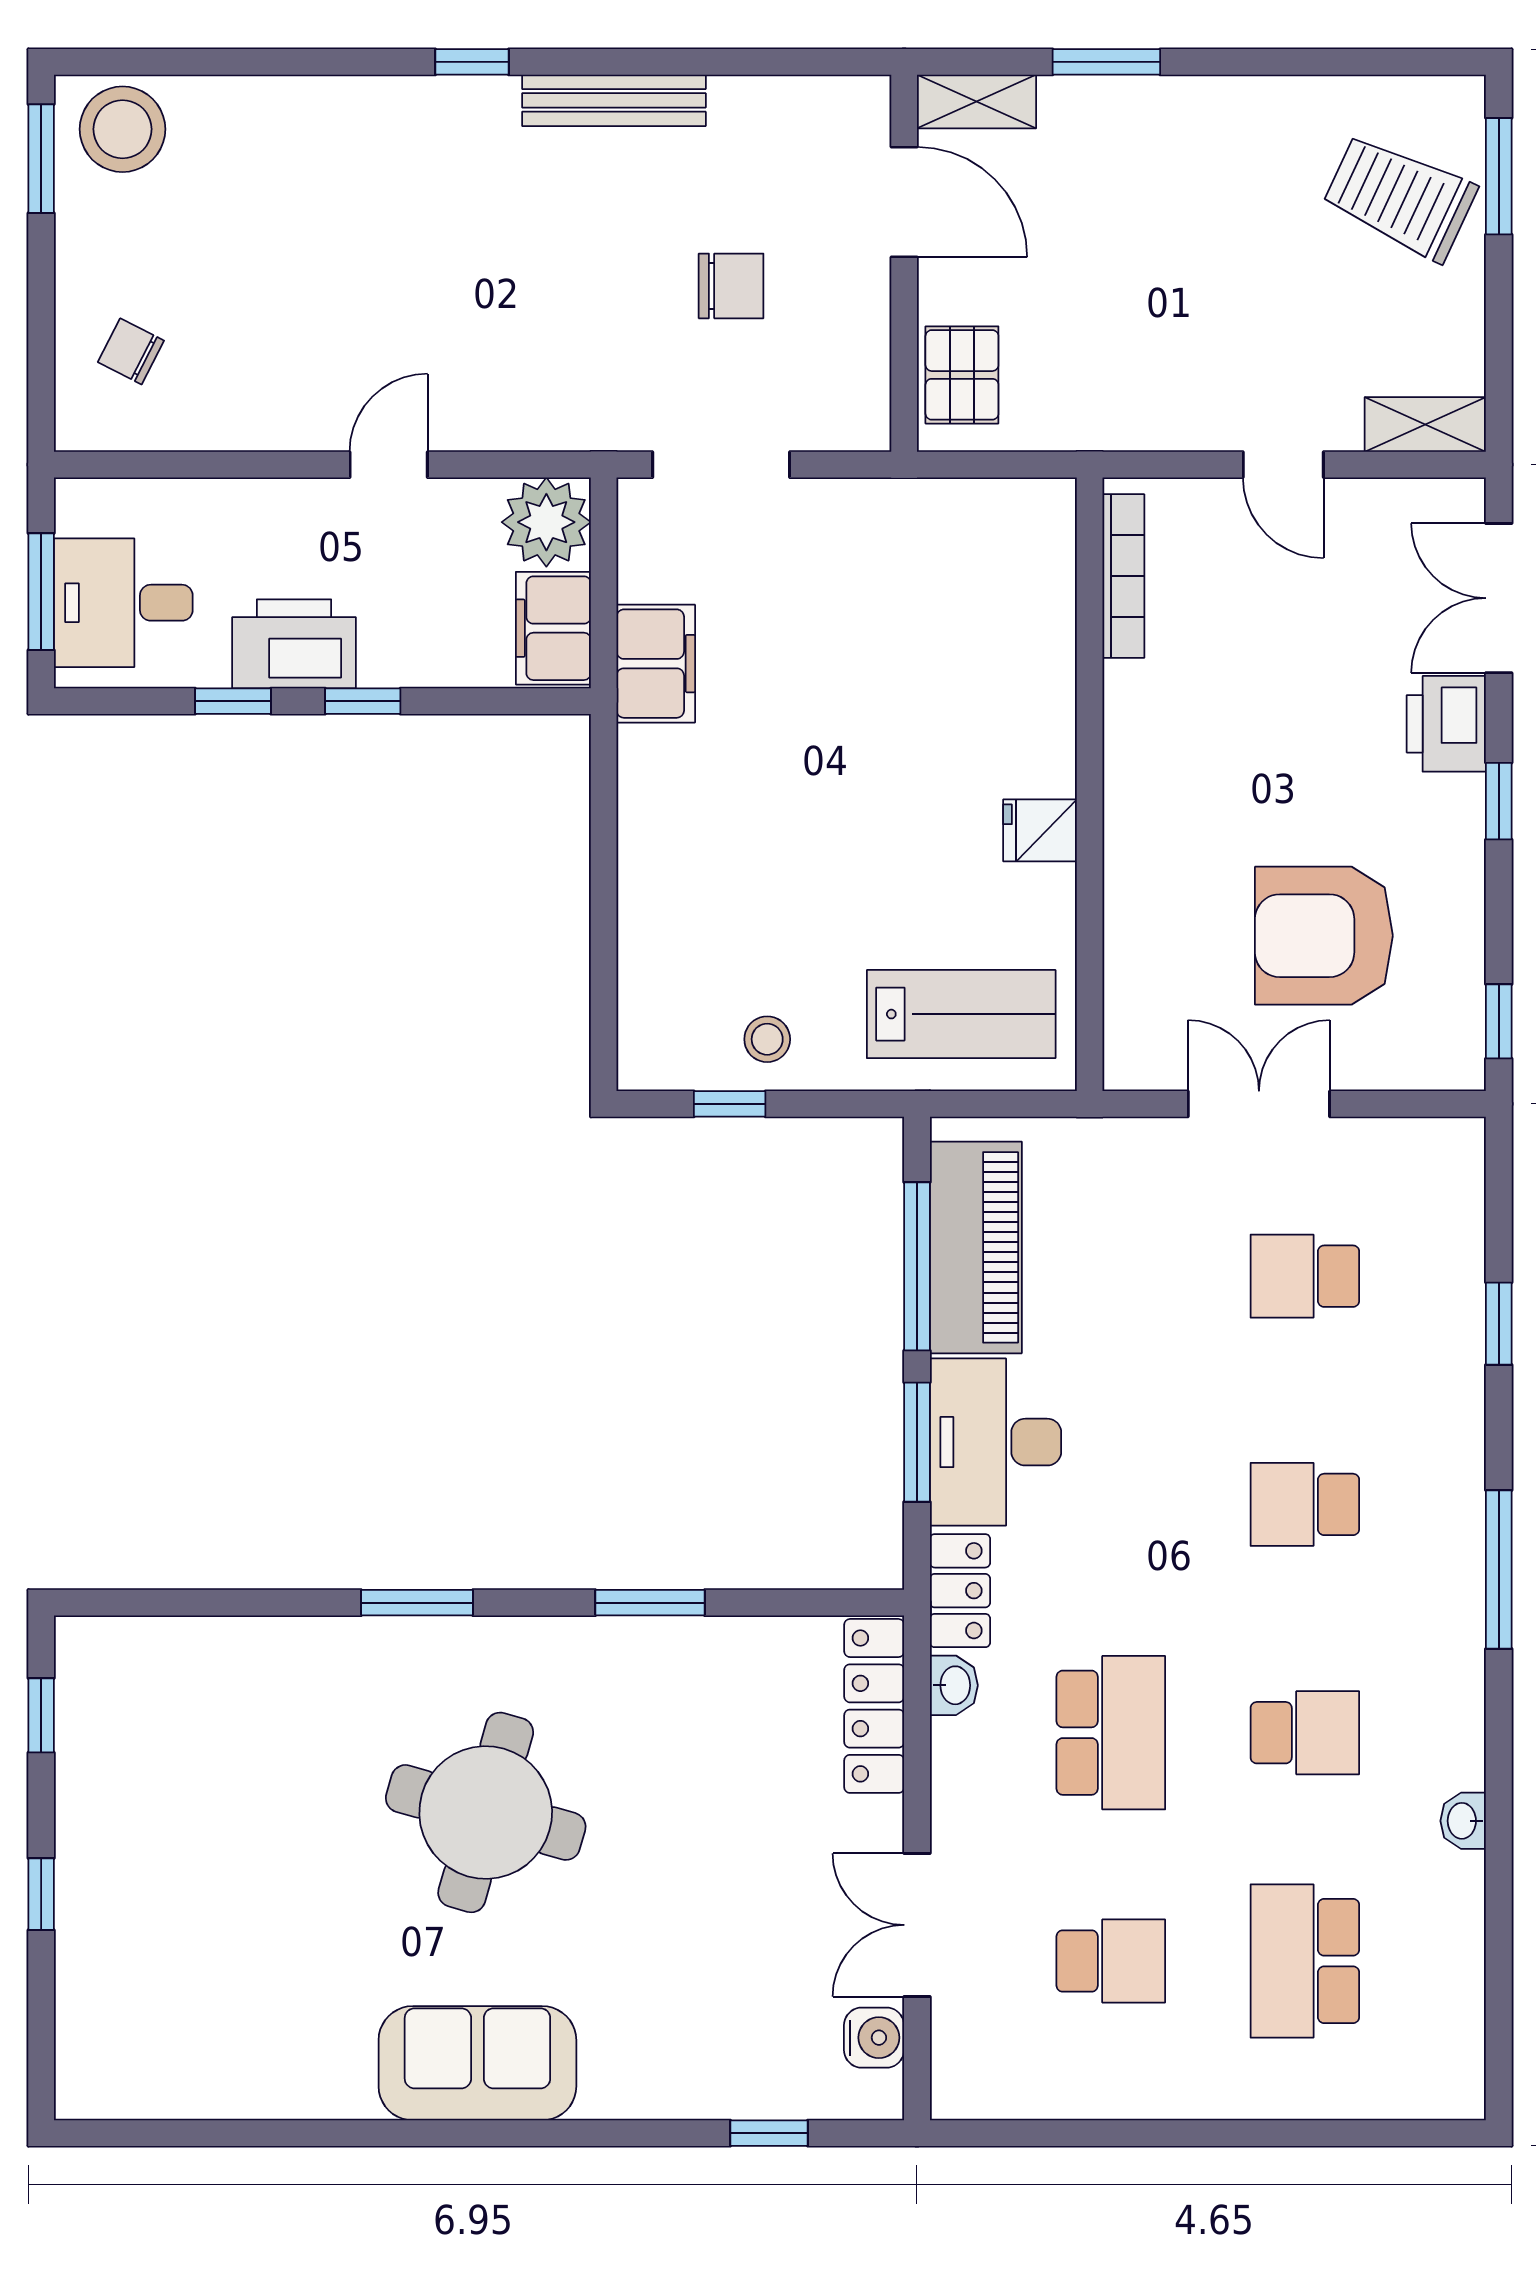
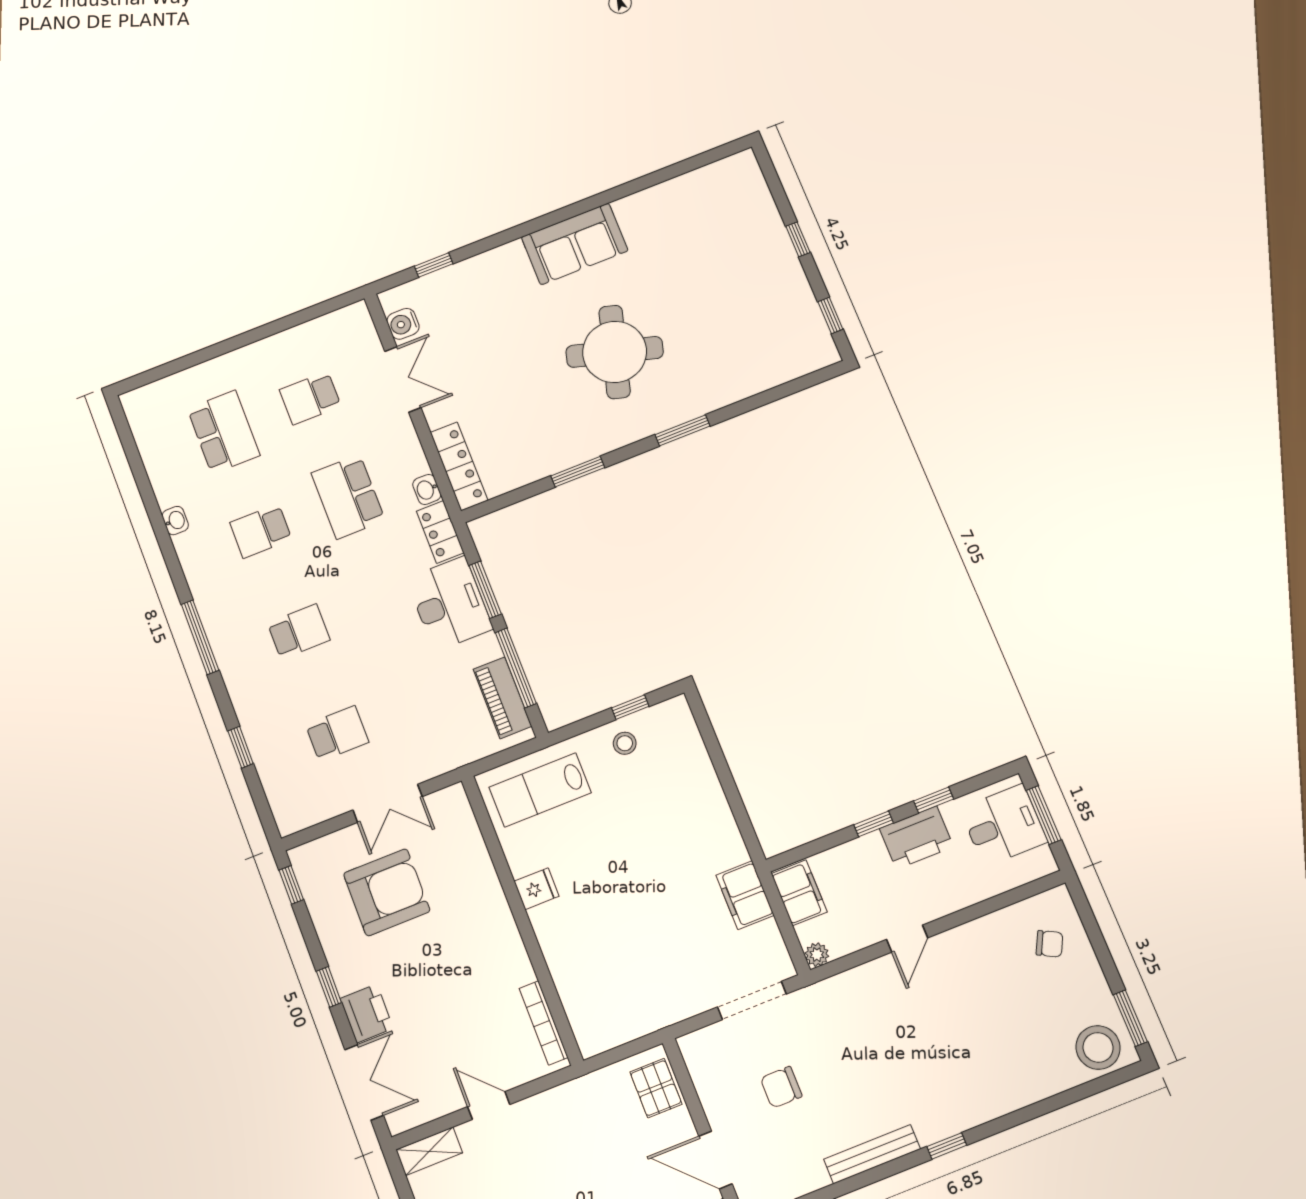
plant: (546, 522) -> (817, 955), width x0.53, depth x0.53
piano: (976, 1247) -> (502, 698), width x0.73, depth x0.75

